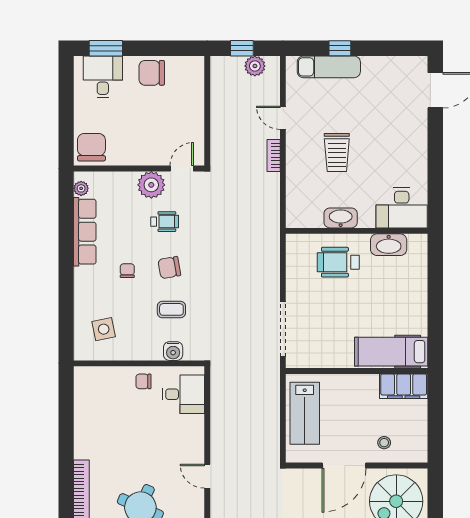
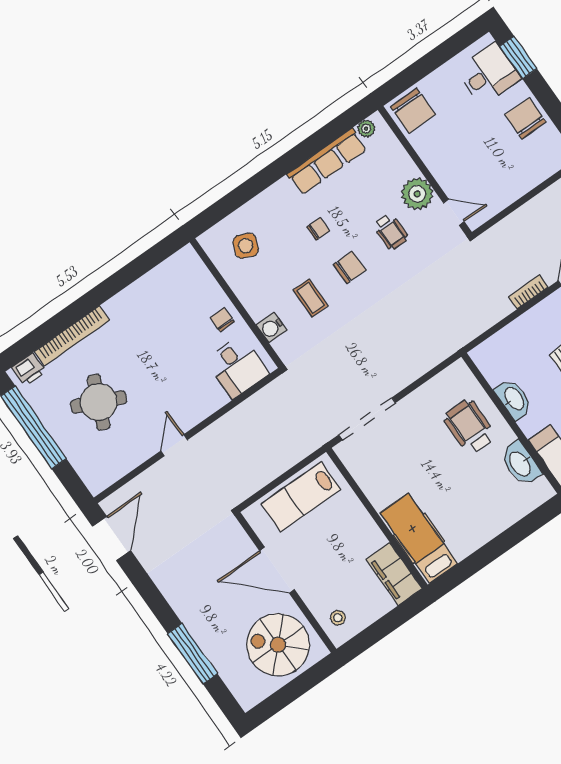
chair: (91, 147) -> (413, 111), turned 90
chair: (169, 268) -> (350, 267), turned 100
side table: (104, 329) -> (246, 246), turned 35
stool: (384, 443) -> (338, 618), moved

